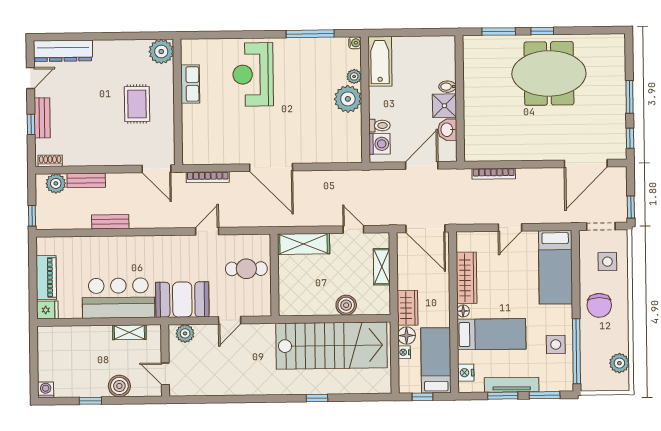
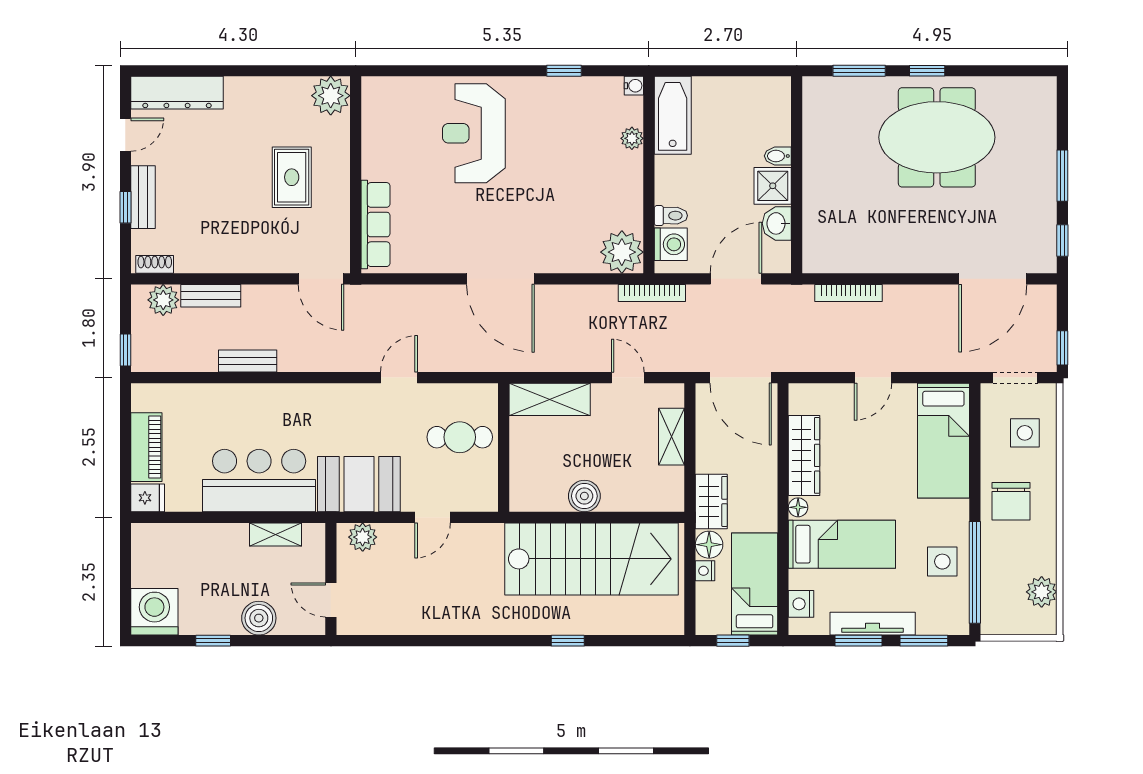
window: (310, 34) -> (564, 71), width x0.46
row of seats: (190, 84) -> (375, 225), moved, width x1.48
plant: (348, 99) -> (622, 252), moved
bookcase: (208, 177) -> (652, 293), moved
boiler: (346, 305) -> (584, 496), moved
washing machine: (46, 390) -> (154, 612), width x1.89, depth x1.89

